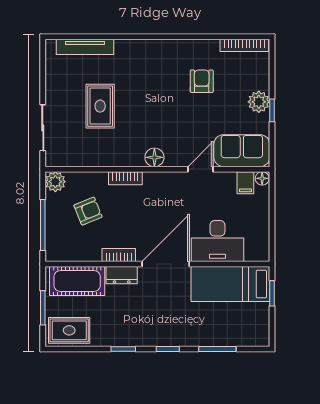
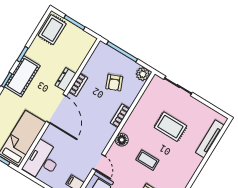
coffee table: (160, 109) -> (147, 160), added
desk: (217, 241) -> (43, 161), moved
cot: (77, 281) -> (22, 76), moved

